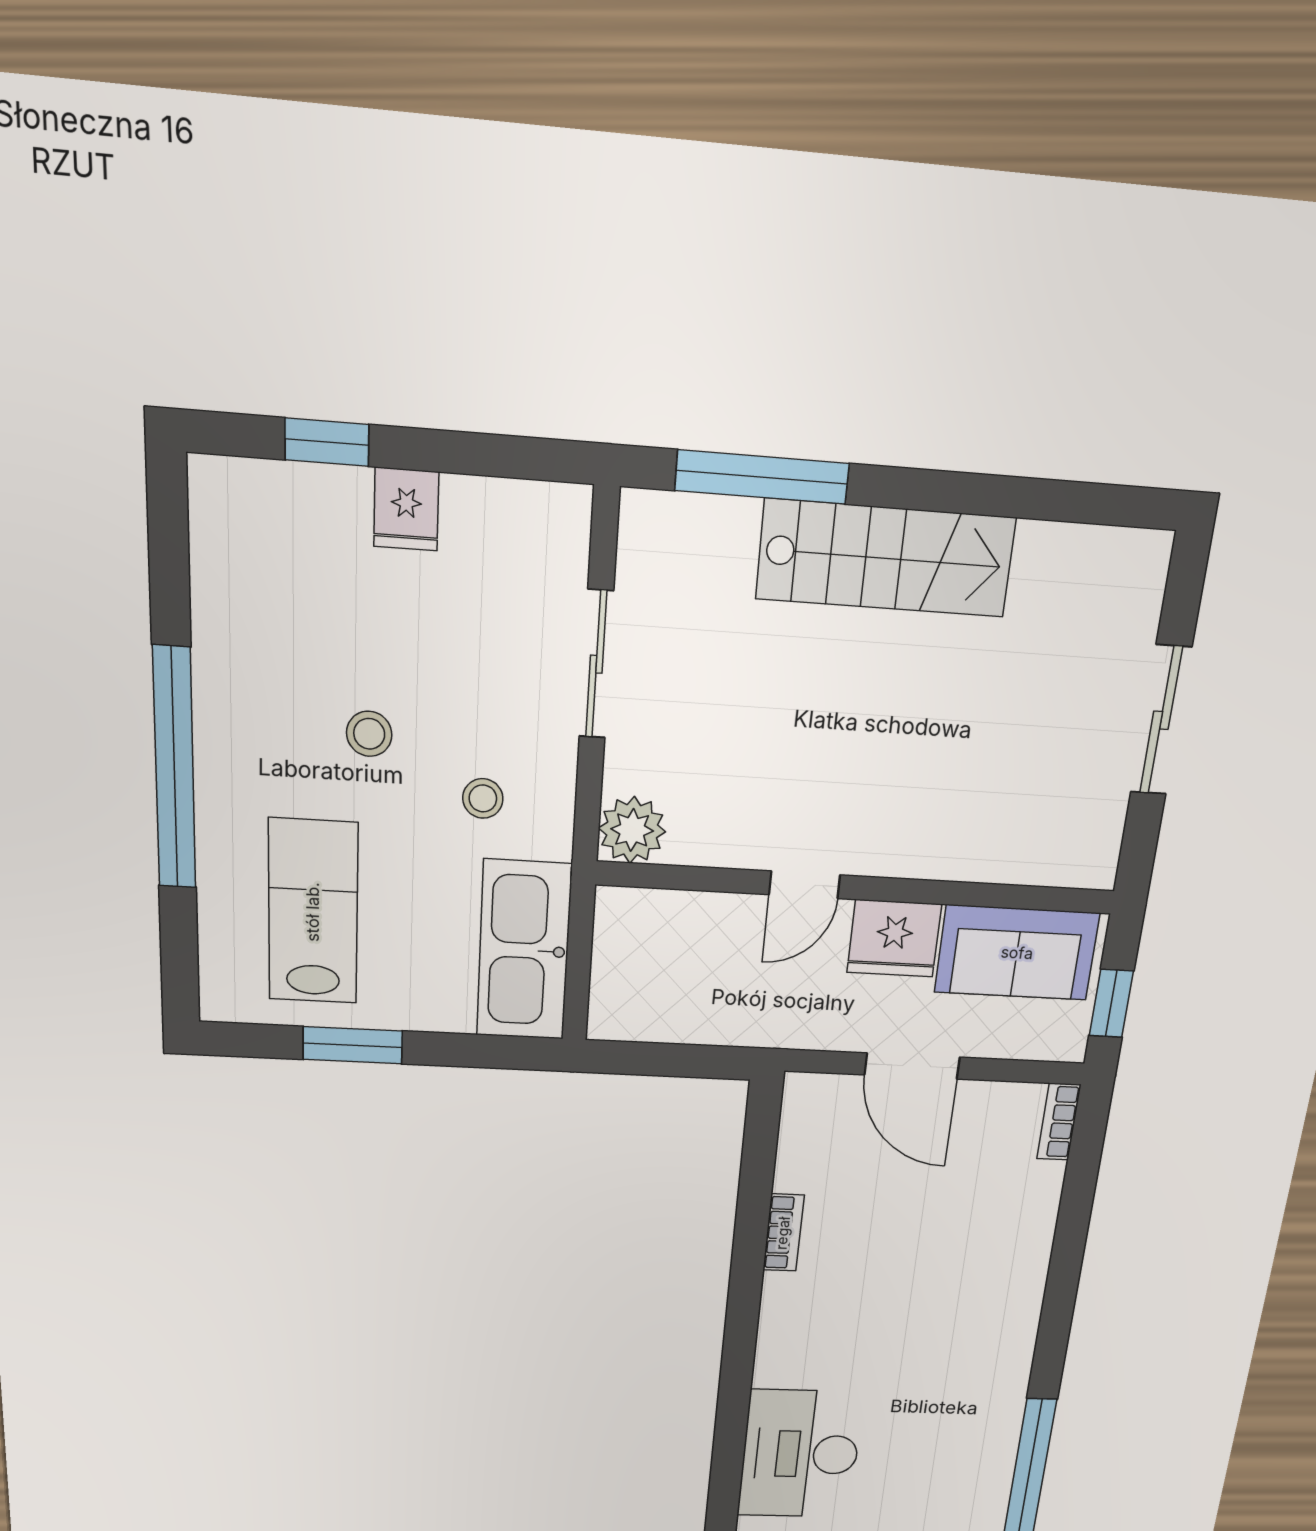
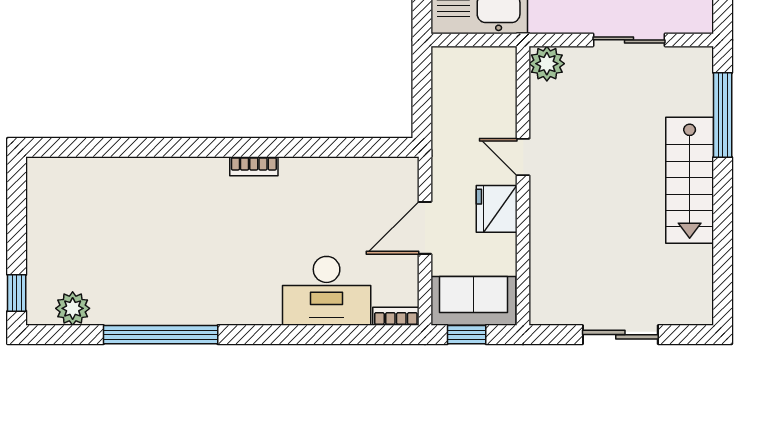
sofa: (1017, 953) -> (473, 301), moved, turned 90
bookcase: (783, 1233) -> (254, 166), moved
desk: (800, 1454) -> (327, 291), moved, turned 180

